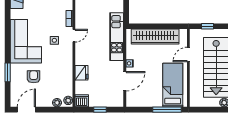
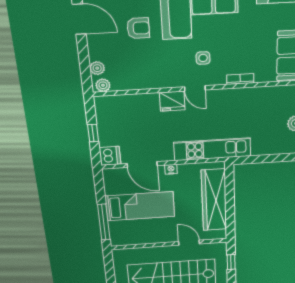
door: (74, 36) -> (195, 88), moved
fridge: (81, 73) -> (172, 101), moved
bed: (173, 85) -> (140, 206), moved
dishwasher: (82, 101) -> (110, 156), moved

